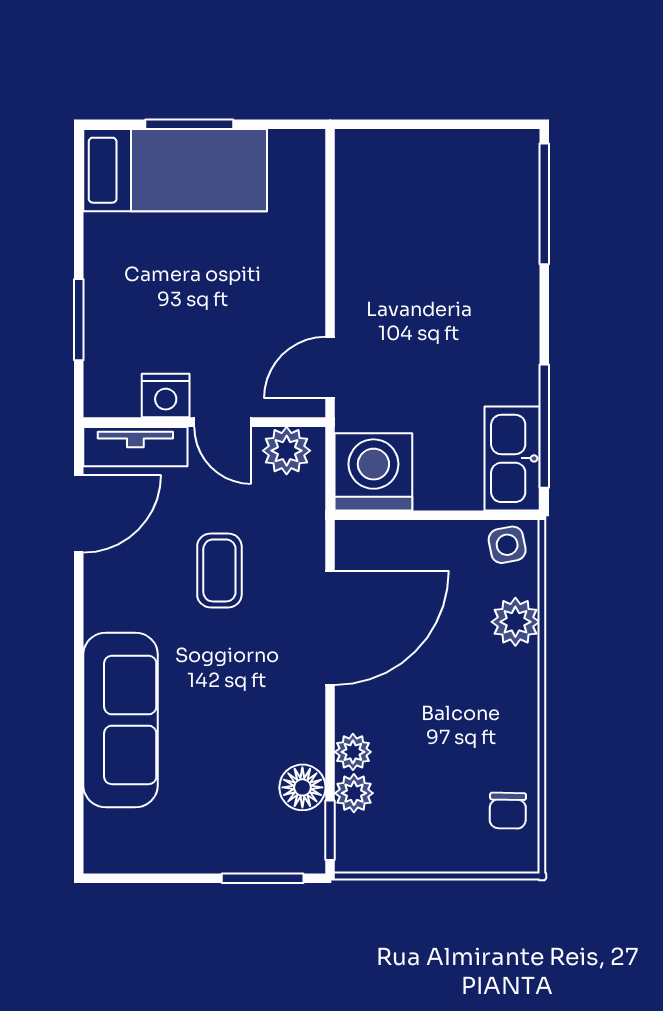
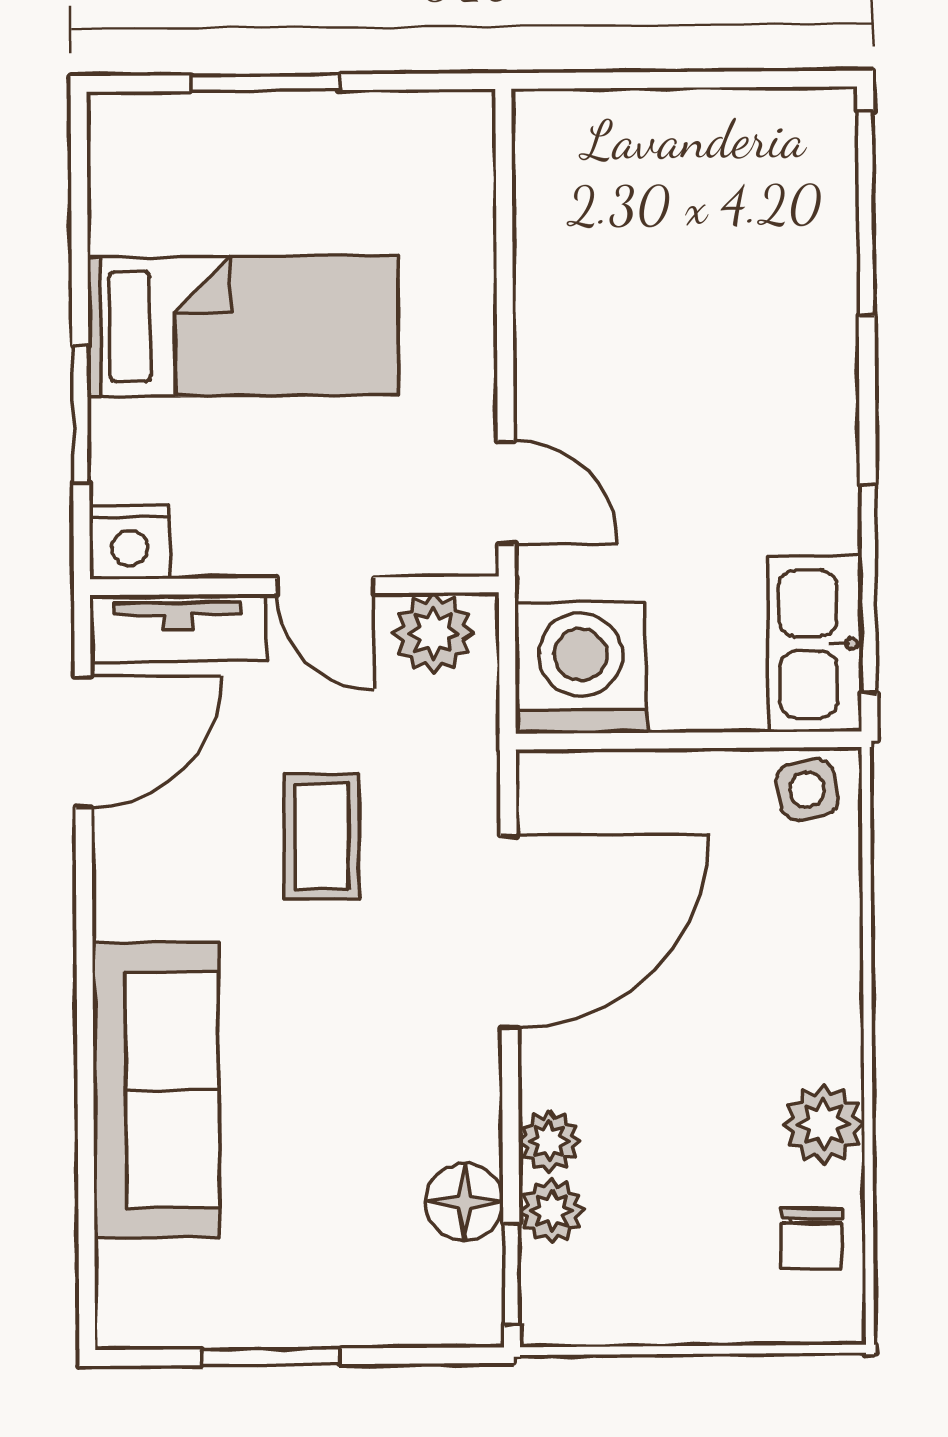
bed: (175, 170) -> (243, 326), moved
door: (330, 368) -> (506, 492), swing flipped
nightstand: (166, 396) -> (130, 542), moved
plant: (515, 622) -> (824, 1124), moved
window: (263, 878) -> (271, 1357), moved

